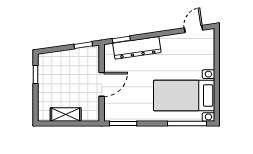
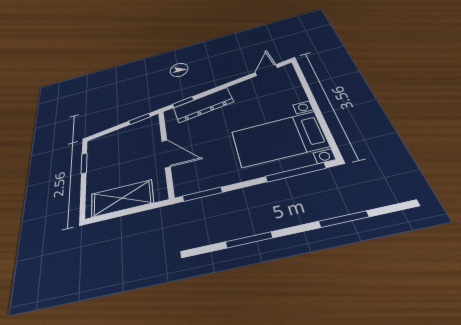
door: (102, 84) -> (166, 154), hinge flipped
shelving: (66, 114) -> (122, 198), width x1.50, depth x1.33

